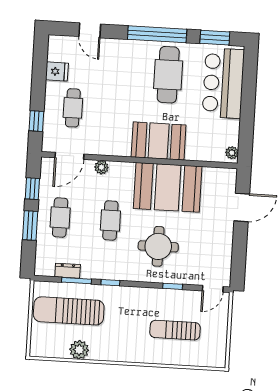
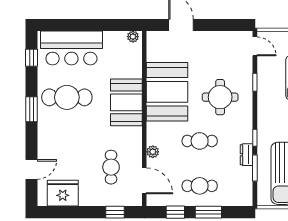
window: (157, 34) -> (32, 109), width x0.47
window: (215, 38) -> (32, 58), width x0.67
fridge: (57, 71) -> (63, 193), width x1.88, depth x1.34
cafe table: (73, 108) -> (111, 167), moved, turned 90
dresser: (68, 271) -> (246, 155), moved

